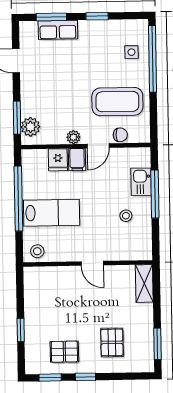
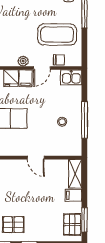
kitchen sink: (141, 182) -> (71, 77), moved, turned -90
window: (155, 194) -> (84, 120), moved
filing cabinet: (143, 312) -> (74, 195), added
pallet: (112, 342) -> (72, 225), moved

